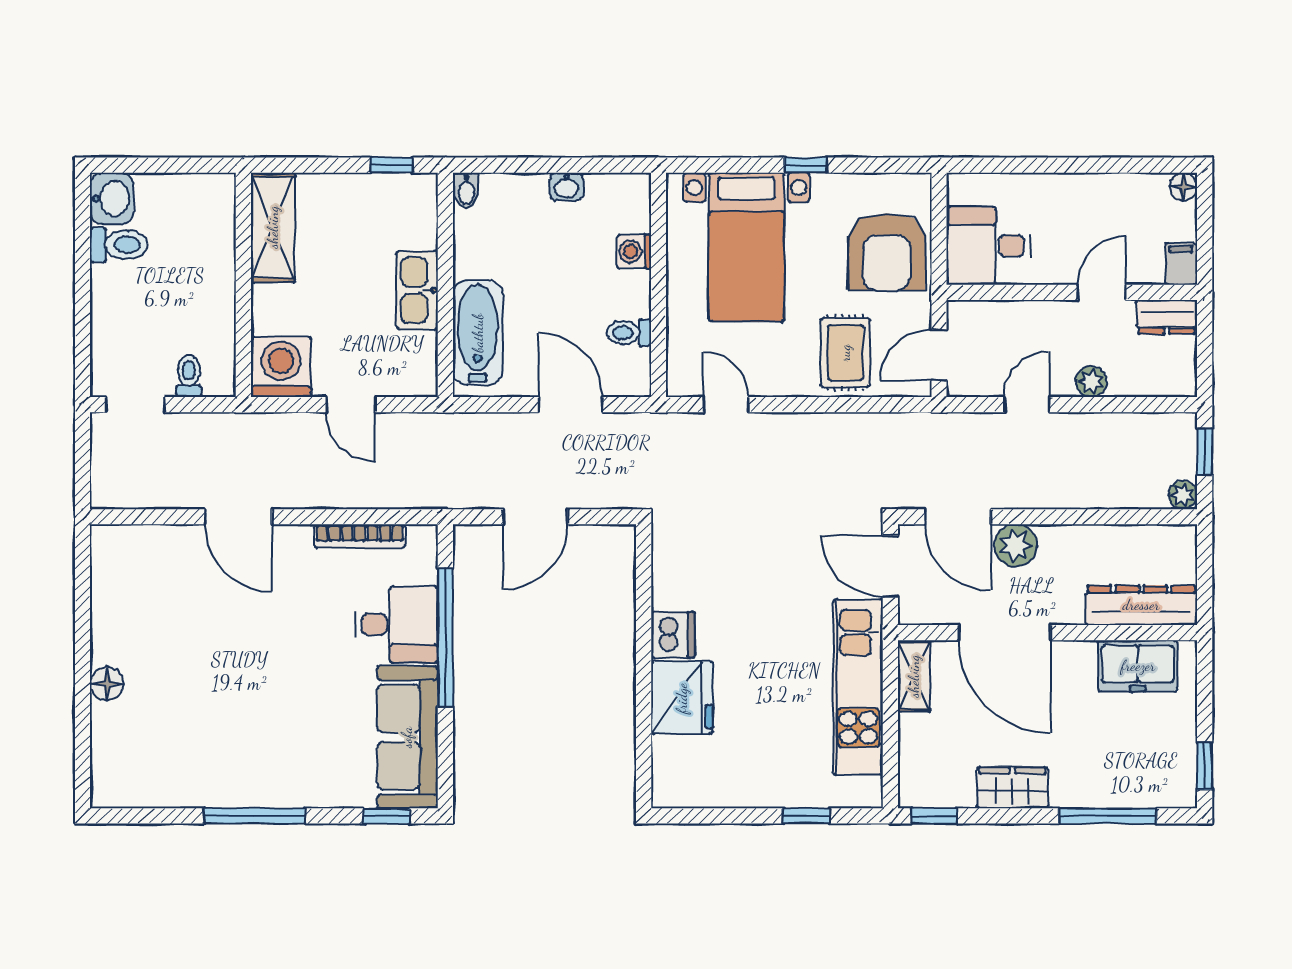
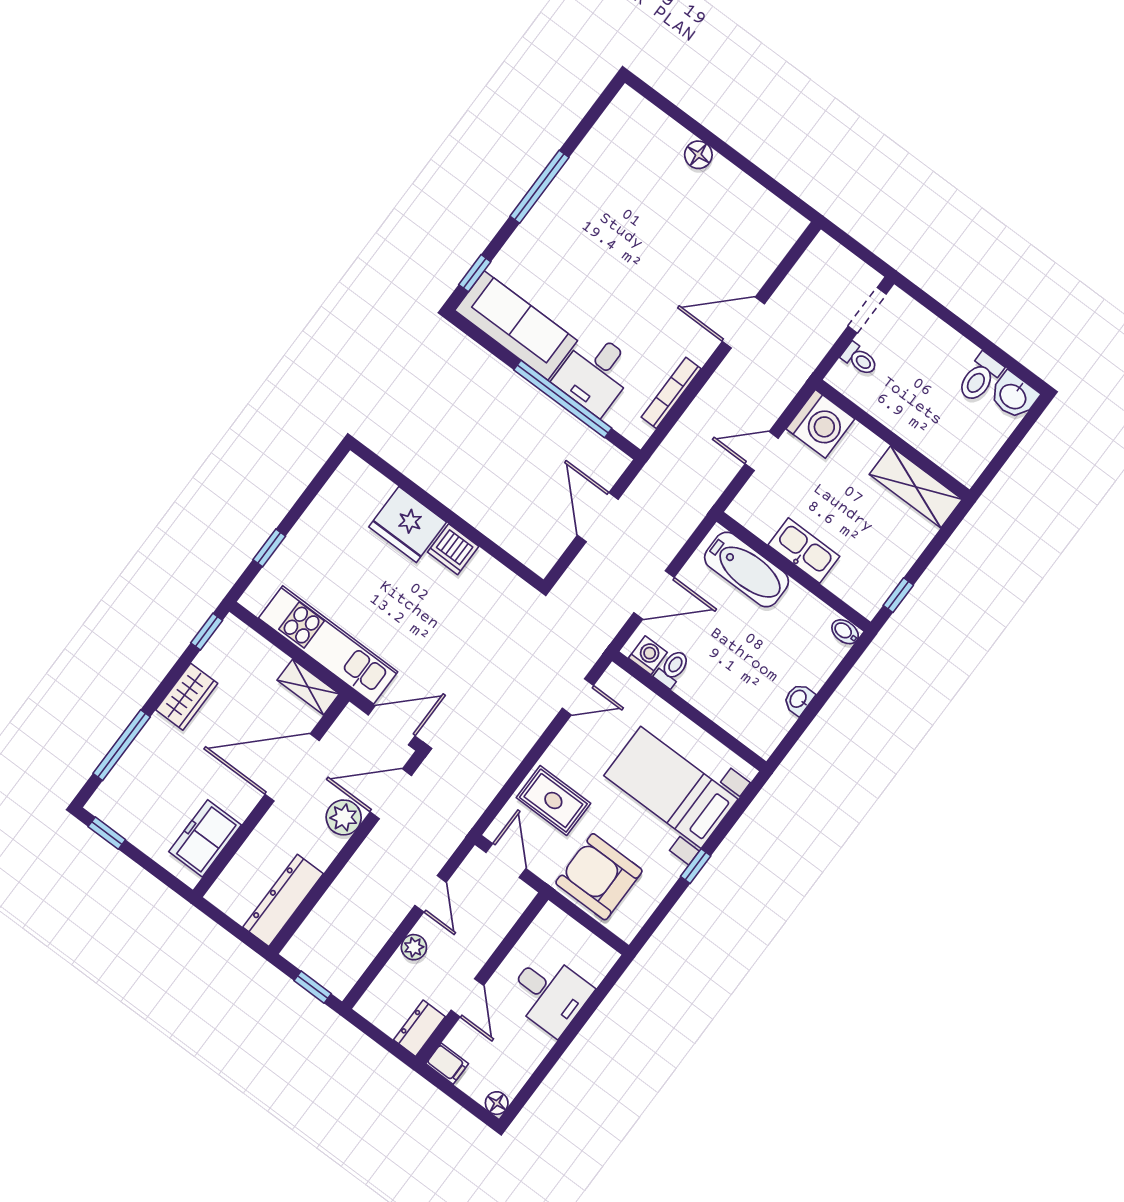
desk: (989, 246) -> (549, 994), moved, turned 90
washing machine: (634, 252) -> (648, 655), moved
plant: (1183, 495) -> (295, 952), removed
dresser: (1141, 605) -> (283, 900), moved, turned 180

